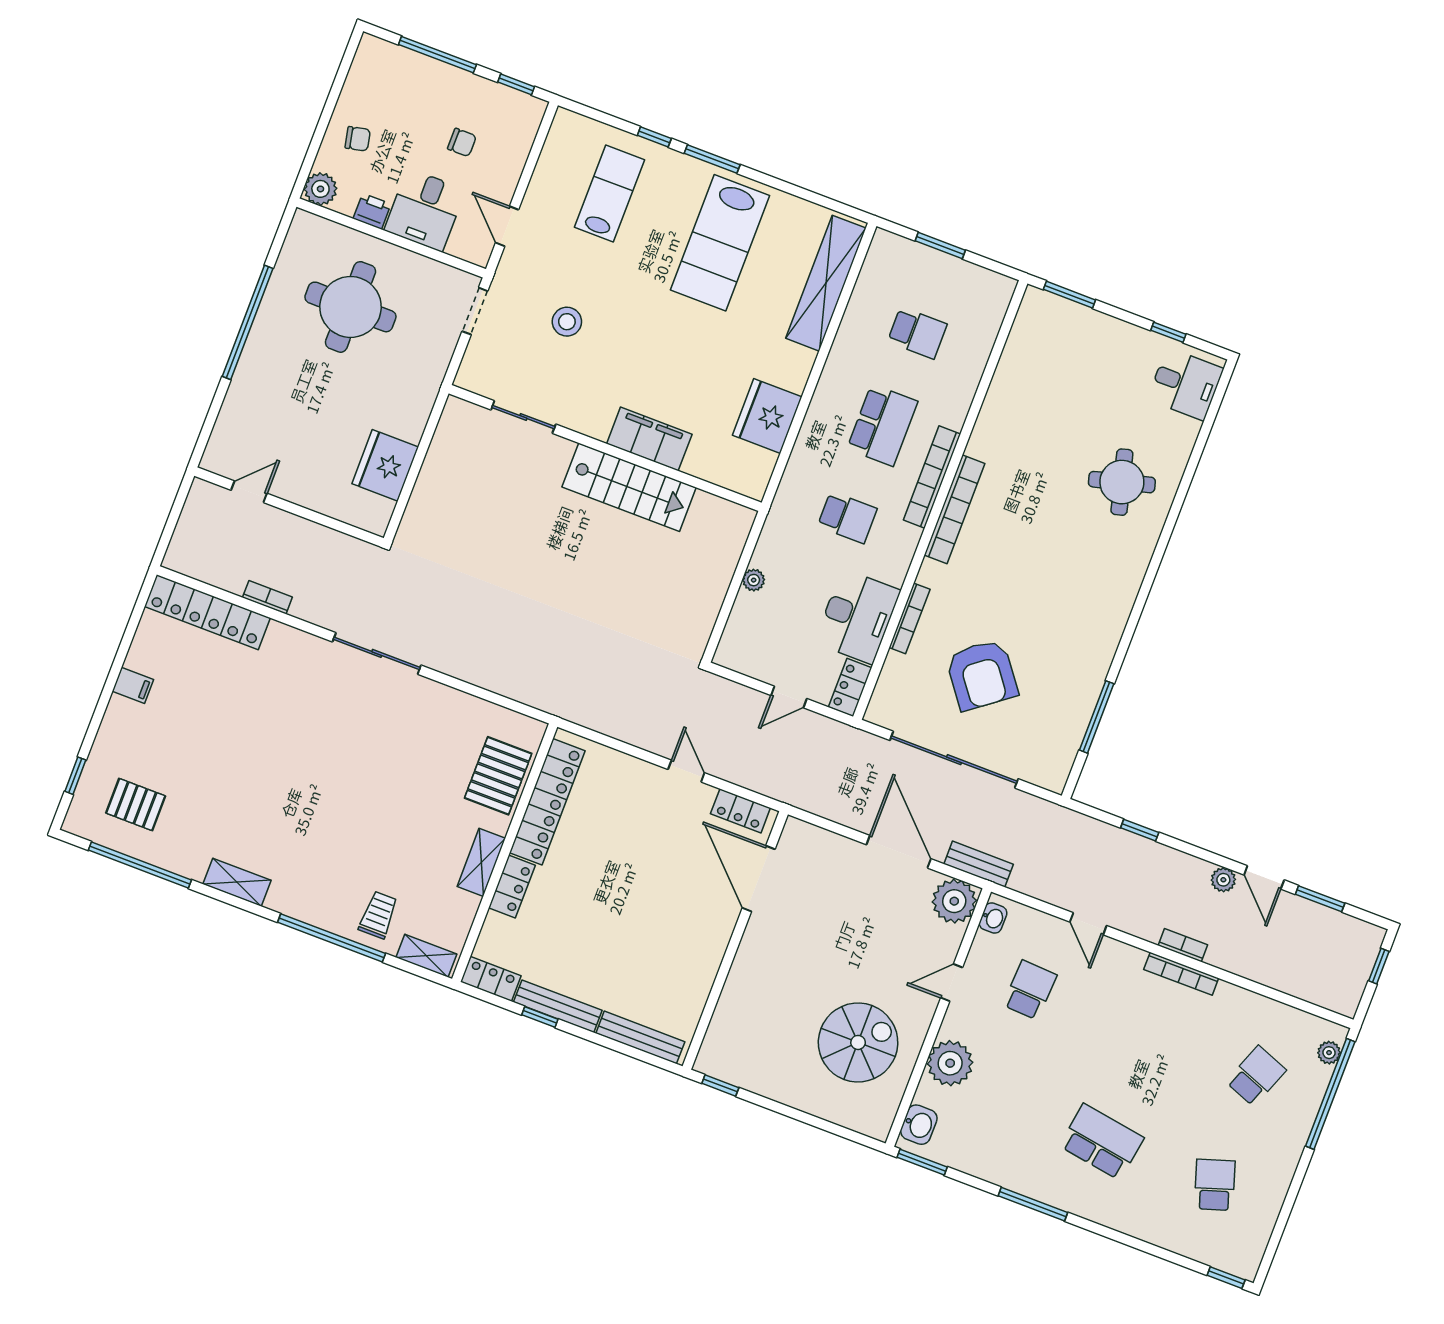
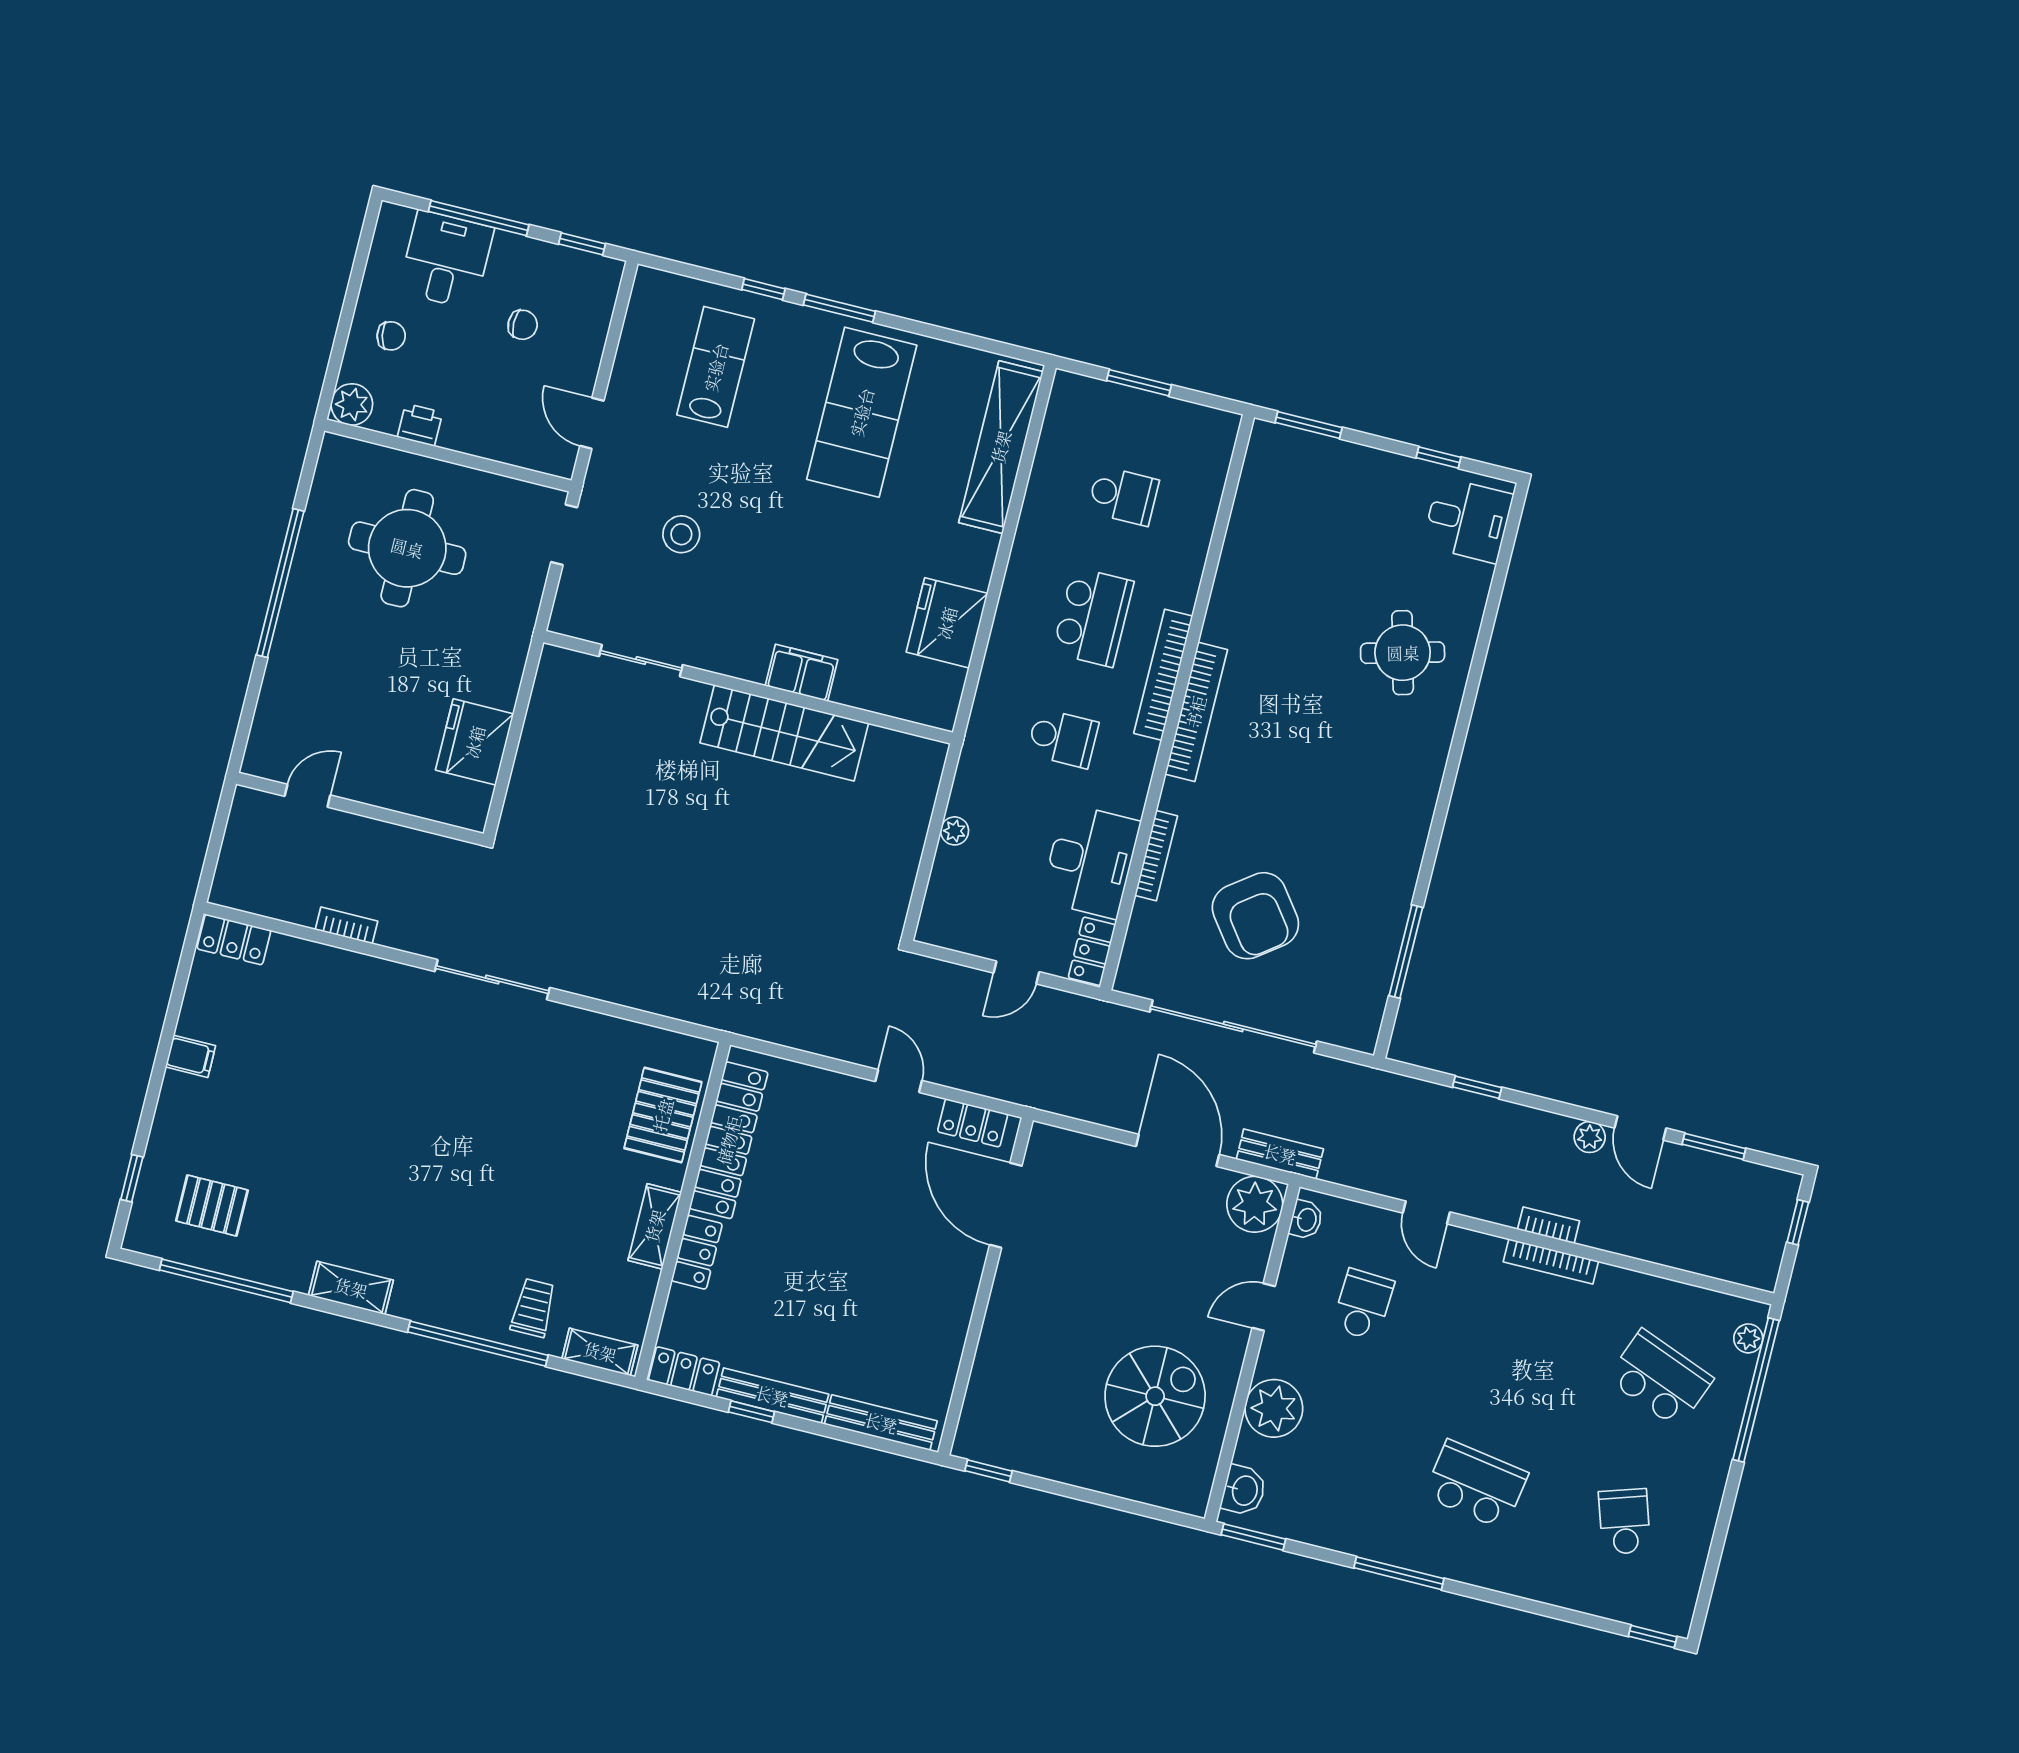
desk: (425, 210) -> (446, 260), moved, turned 180
filing cabinet: (649, 439) -> (802, 673), width x0.67, depth x0.86
locker: (207, 612) -> (234, 940), width x0.46, depth x0.83
school desk: (1256, 1076) -> (1660, 1379), width x1.85

